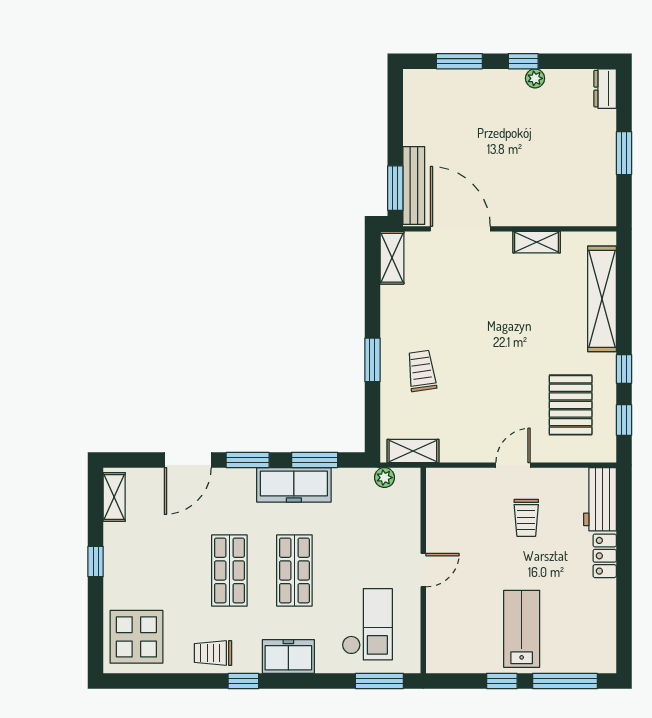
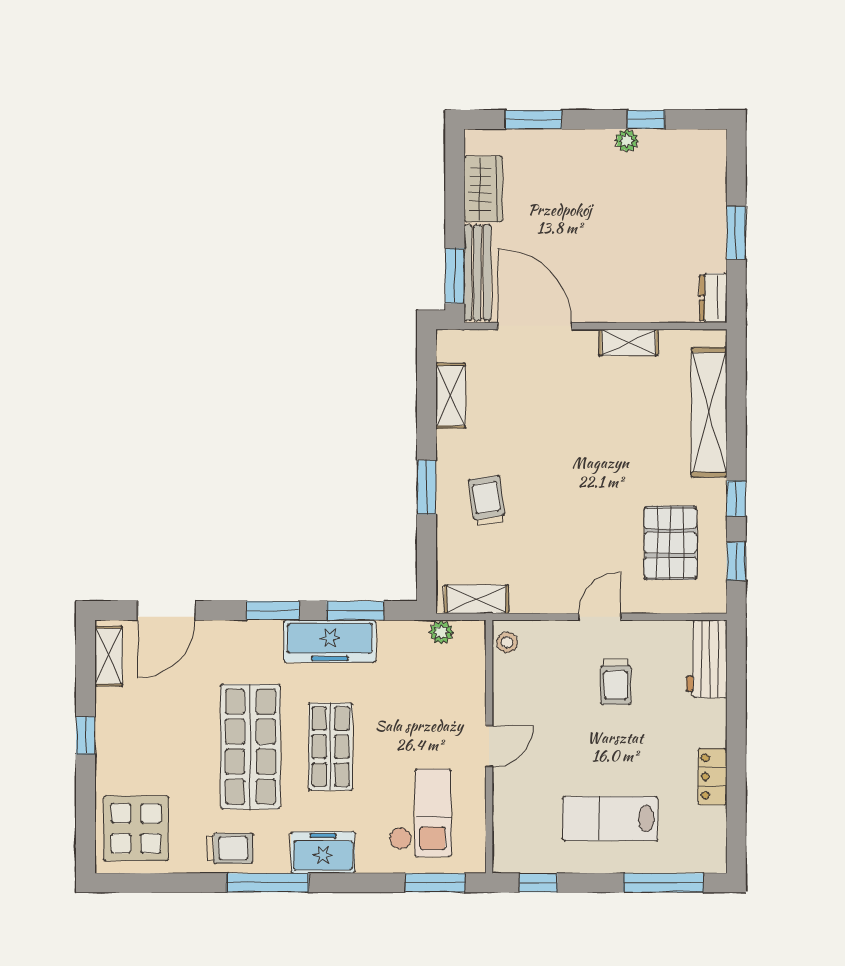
window: (523, 61) -> (646, 119), moved
dresser: (605, 89) -> (713, 298), moved
wardrobe: (418, 118) -> (483, 189), added
shelving: (392, 258) -> (451, 396), moved
door: (188, 460) -> (166, 611), moved
stool: (438, 486) -> (507, 642), added
locker: (605, 556) -> (712, 777), moved
shop shelf: (229, 570) -> (250, 747), width x1.43, depth x1.36
lab bench: (522, 629) -> (610, 818), turned -90
trolley: (213, 653) -> (230, 848), turned 180
window: (243, 681) -> (268, 883), width x2.17
window: (502, 681) -> (538, 883), moved

